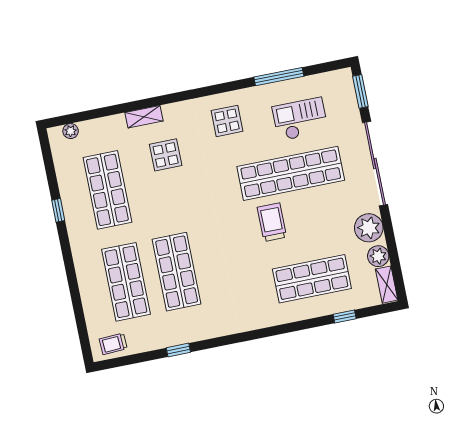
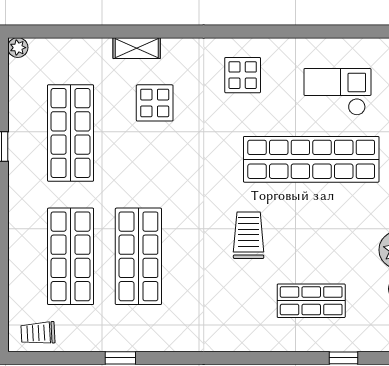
window: (279, 77) -> (321, 31), removed
plant: (71, 131) -> (18, 48), moved
trolley: (272, 222) -> (249, 235), moved
shop shelf: (312, 279) -> (311, 301), width x0.70, depth x0.74

